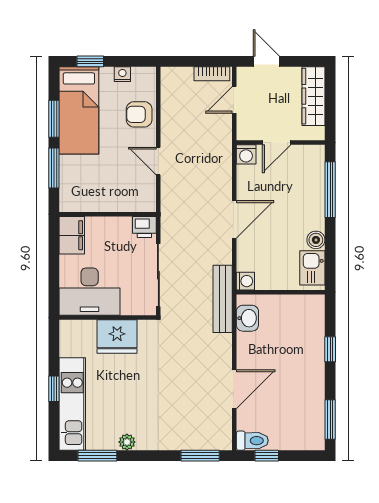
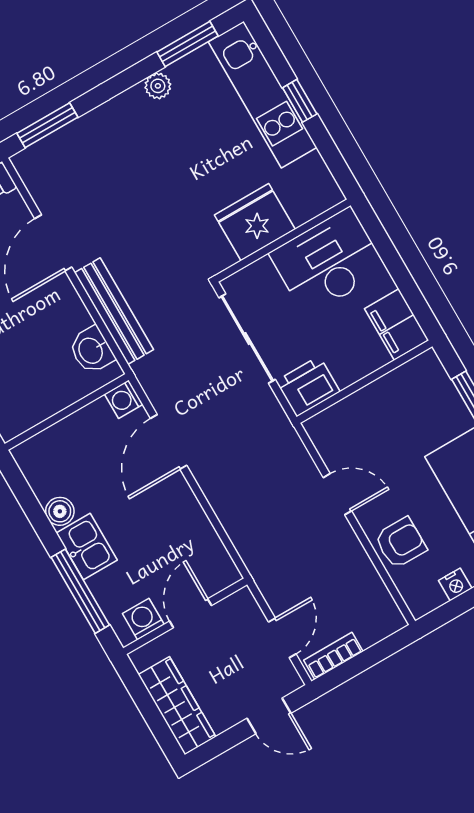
washing machine: (246, 154) -> (143, 619), moved
door: (234, 219) -> (169, 442), moved
printer: (144, 227) -> (308, 386), width x1.36, depth x1.24
kitchen sink: (312, 268) -> (87, 546), moved
bench: (223, 299) -> (114, 311), moved

